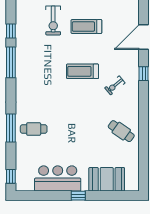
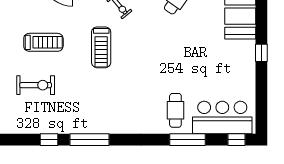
treadmill: (86, 27) -> (43, 42), turned -90
window: (11, 128) -> (187, 140), moved
bar counter: (58, 178) -> (222, 118), moved, turned 90

